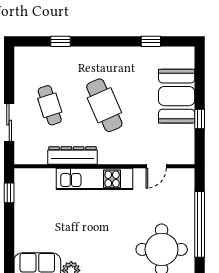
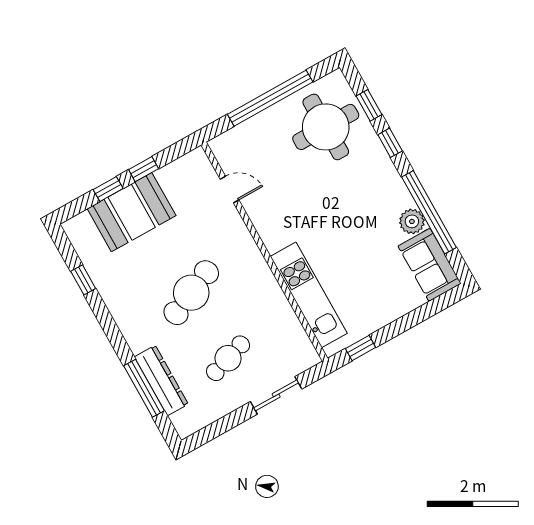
window: (61, 41) -> (144, 388), width x2.17
window: (200, 89) -> (108, 189), added
dresser: (73, 155) -> (161, 380), moved, turned 180
kitchen unit: (94, 179) -> (309, 295), moved

